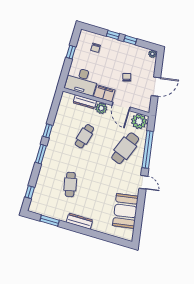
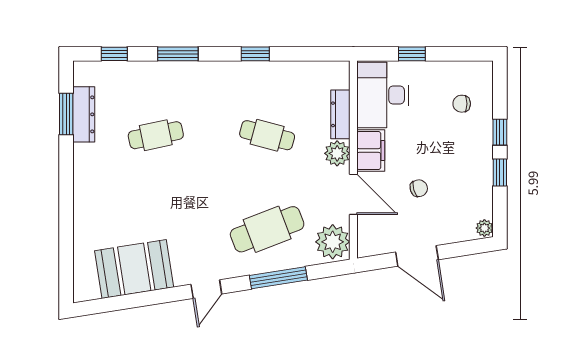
window: (71, 52) -> (412, 54), moved
door: (121, 106) -> (353, 194), swing flipped
cafe table: (125, 148) -> (267, 229), turned -42
window: (148, 150) -> (278, 278), width x0.68
window: (41, 154) -> (178, 54), moved
dresser: (80, 221) -> (84, 114), moved

